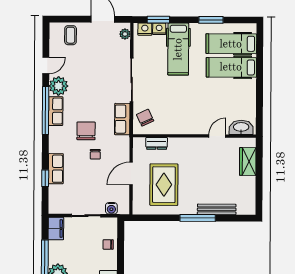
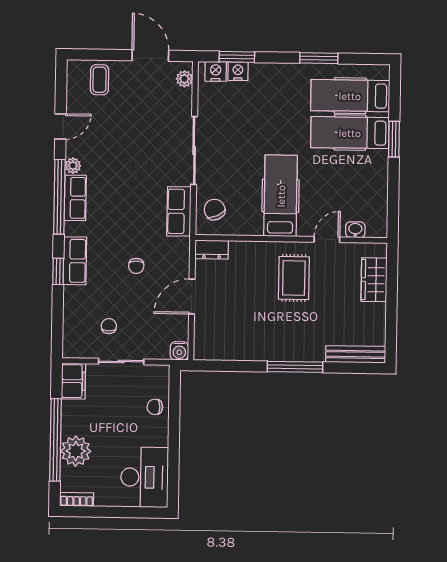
hospital bed: (178, 49) -> (281, 196), moved, turned 180
window: (260, 71) -> (394, 139), added
plant: (58, 86) -> (73, 166), width x0.53, depth x0.53
washbasin: (241, 127) -> (355, 230), width x0.52, depth x0.69
chair: (86, 131) -> (109, 326), moved, width x0.54, depth x0.54
dresser: (157, 143) -> (212, 250), moved
row of seats: (56, 169) -> (75, 261), moved
window: (45, 178) -> (58, 271), moved
rug: (164, 185) -> (294, 278), moved, width x0.73, depth x0.70
water cooler: (111, 208) -> (179, 351), moved
bench: (217, 209) -> (356, 354), moved

